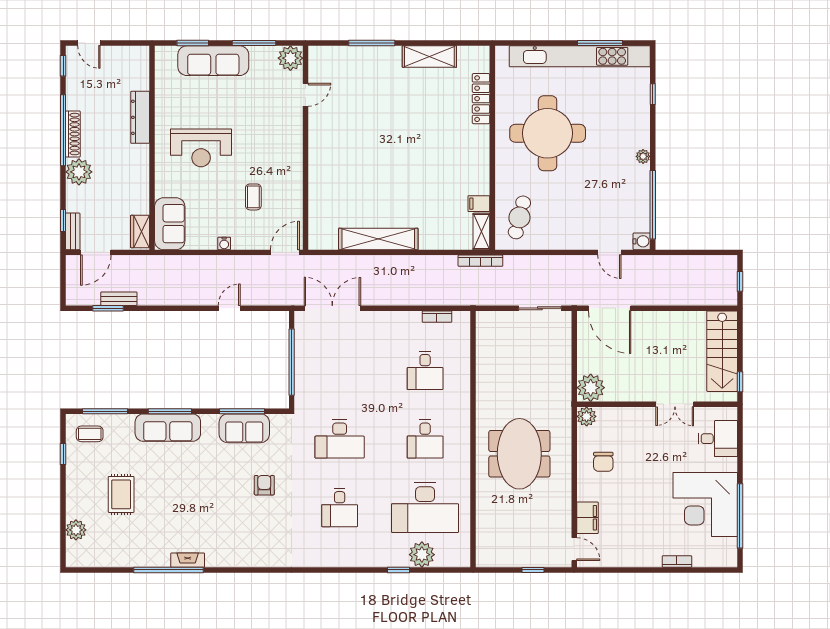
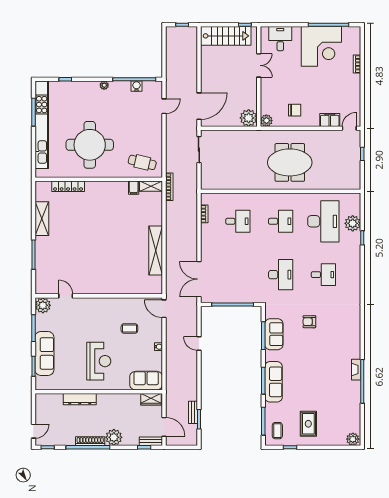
water cooler: (642, 241) -> (136, 86), moved
rug: (121, 494) -> (308, 424), moved, turned 90
plant: (76, 530) -> (353, 439), moved

